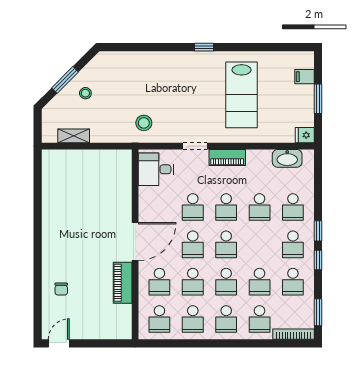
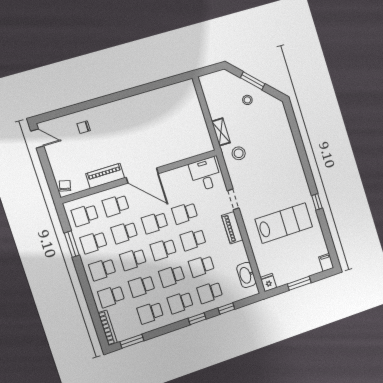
window: (204, 47) -> (317, 202), moved
filing cabinet: (304, 77) -> (326, 262), moved
lab bench: (242, 95) -> (284, 223), turned 180
shelving: (74, 136) -> (221, 132), moved
school desk: (260, 244) -> (172, 276), added
window: (318, 260) -> (226, 309), moved
chair: (120, 330) -> (65, 186), added
window: (187, 343) -> (72, 244), added

